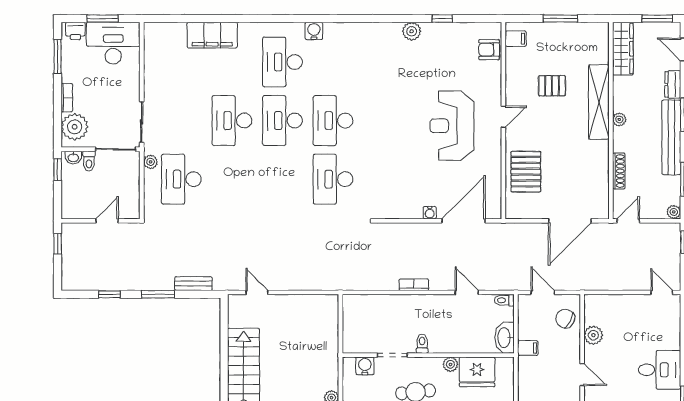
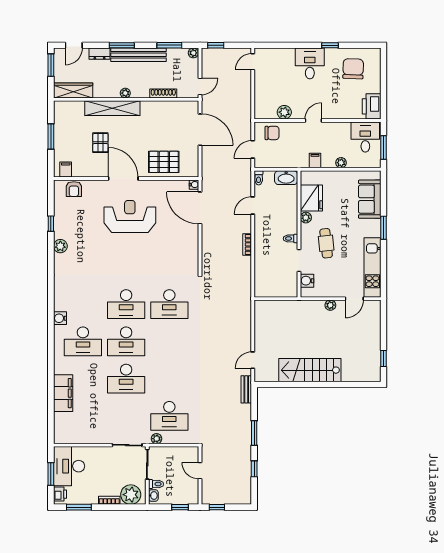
door: (503, 117) -> (123, 179), width x1.87
reception desk: (452, 126) -> (130, 216), turned 180
window: (58, 170) -> (180, 507), moved
water cooler: (430, 213) -> (194, 185), moved
door: (628, 221) -> (200, 86), swing flipped
bench: (193, 284) -> (246, 389), moved
chair: (565, 319) -> (272, 133), turned -117
filing cabinet: (528, 348) -> (315, 161), moved

